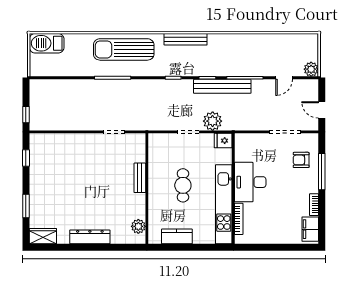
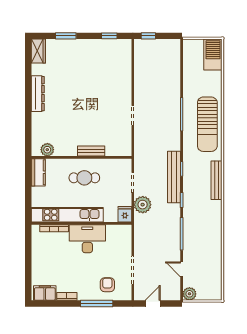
sun lounger: (124, 49) -> (207, 124), turned 180
bench: (222, 86) -> (174, 177), moved
bench: (140, 178) -> (91, 151), moved
wall: (147, 189) -> (81, 157), moved
plant: (138, 226) -> (47, 150), moved

